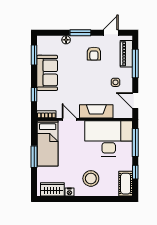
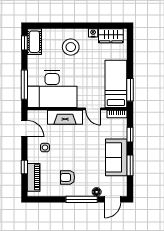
window: (80, 33) -> (82, 199), width x1.44
door: (111, 33) -> (113, 199), moved
armchair: (94, 54) -> (67, 177), turned -90
window: (34, 55) -> (130, 165), moved
window: (135, 64) -> (24, 167), width x0.46
window: (34, 157) -> (130, 90), moved
window: (135, 172) -> (24, 43), moved

